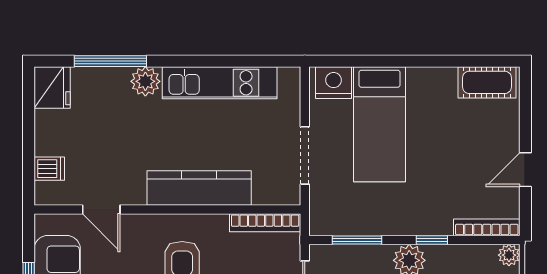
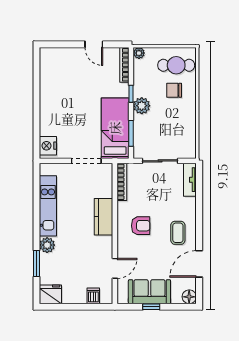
window: (110, 61) -> (36, 264), width x0.69
cot: (487, 82) -> (48, 65), removed
bed: (379, 124) -> (115, 128), moved, turned -90
kitchen counter: (199, 188) -> (104, 217), width x0.67

